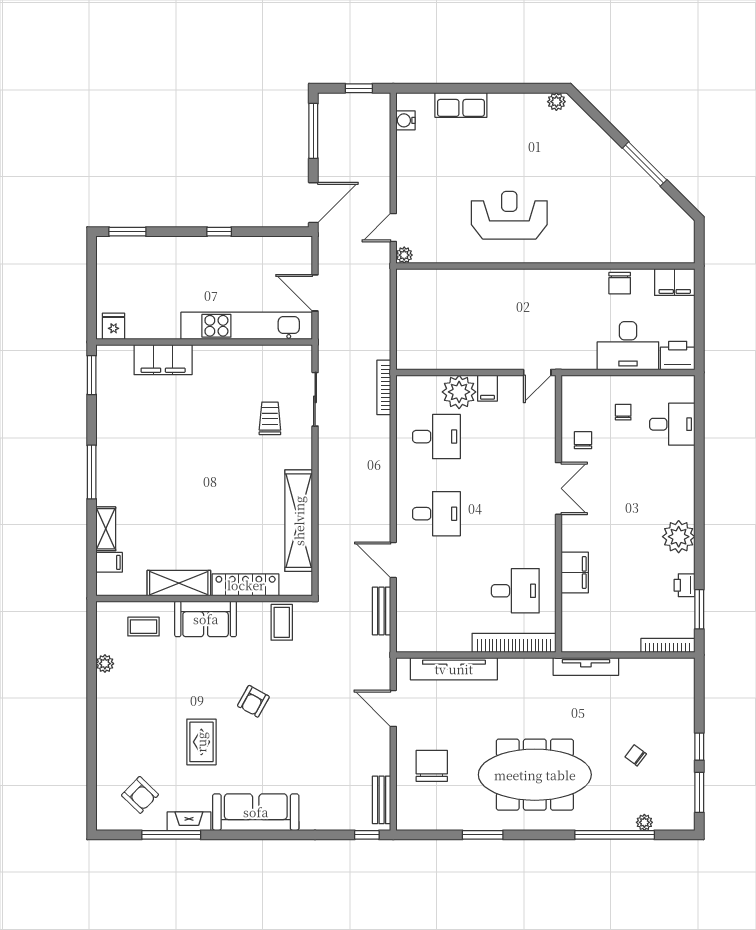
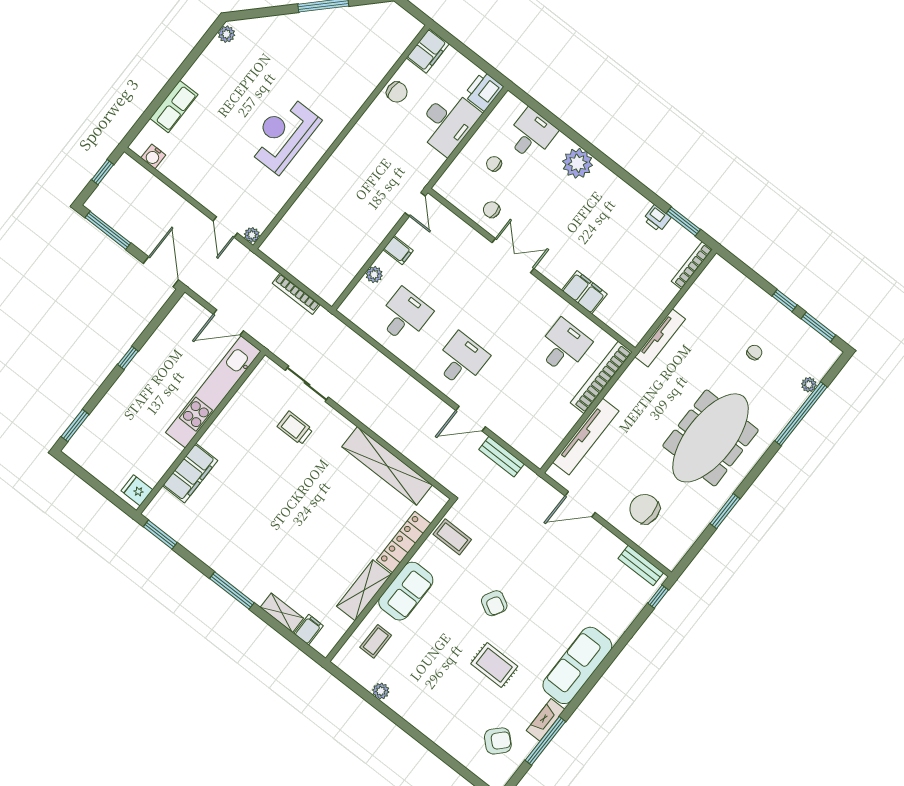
bookcase: (384, 387) -> (296, 294), moved
plant: (459, 392) -> (374, 275), width x0.53, depth x0.53
plant: (679, 537) -> (578, 163), moved
chair: (636, 755) -> (754, 352), turned 143

